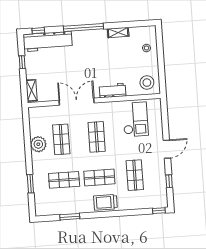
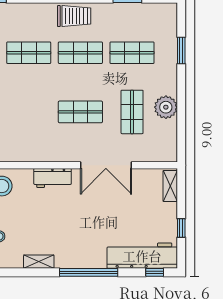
checkout: (135, 119) -> (22, 134), removed
shop shelf: (97, 137) -> (80, 112), turned 90
shop shelf: (135, 175) -> (29, 53), turned 90

